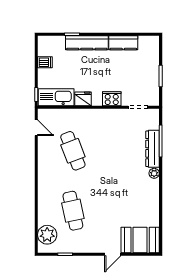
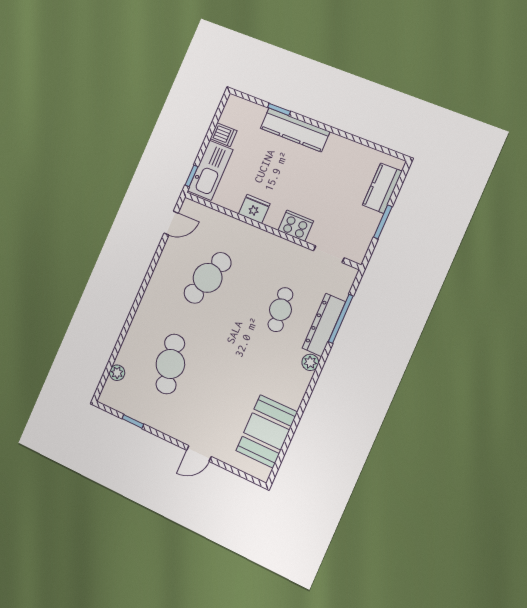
kitchen counter: (123, 43) -> (382, 188), moved, turned 90
kitchen sink: (56, 97) -> (210, 170), moved, turned 90
door: (36, 128) -> (171, 223), hinge flipped
cafe table: (73, 151) -> (208, 278), turned 39
cafe table: (124, 151) -> (280, 310), added
plant: (47, 235) -> (117, 373), width x0.53, depth x0.53
booth: (140, 240) -> (267, 431), moved, turned 90

